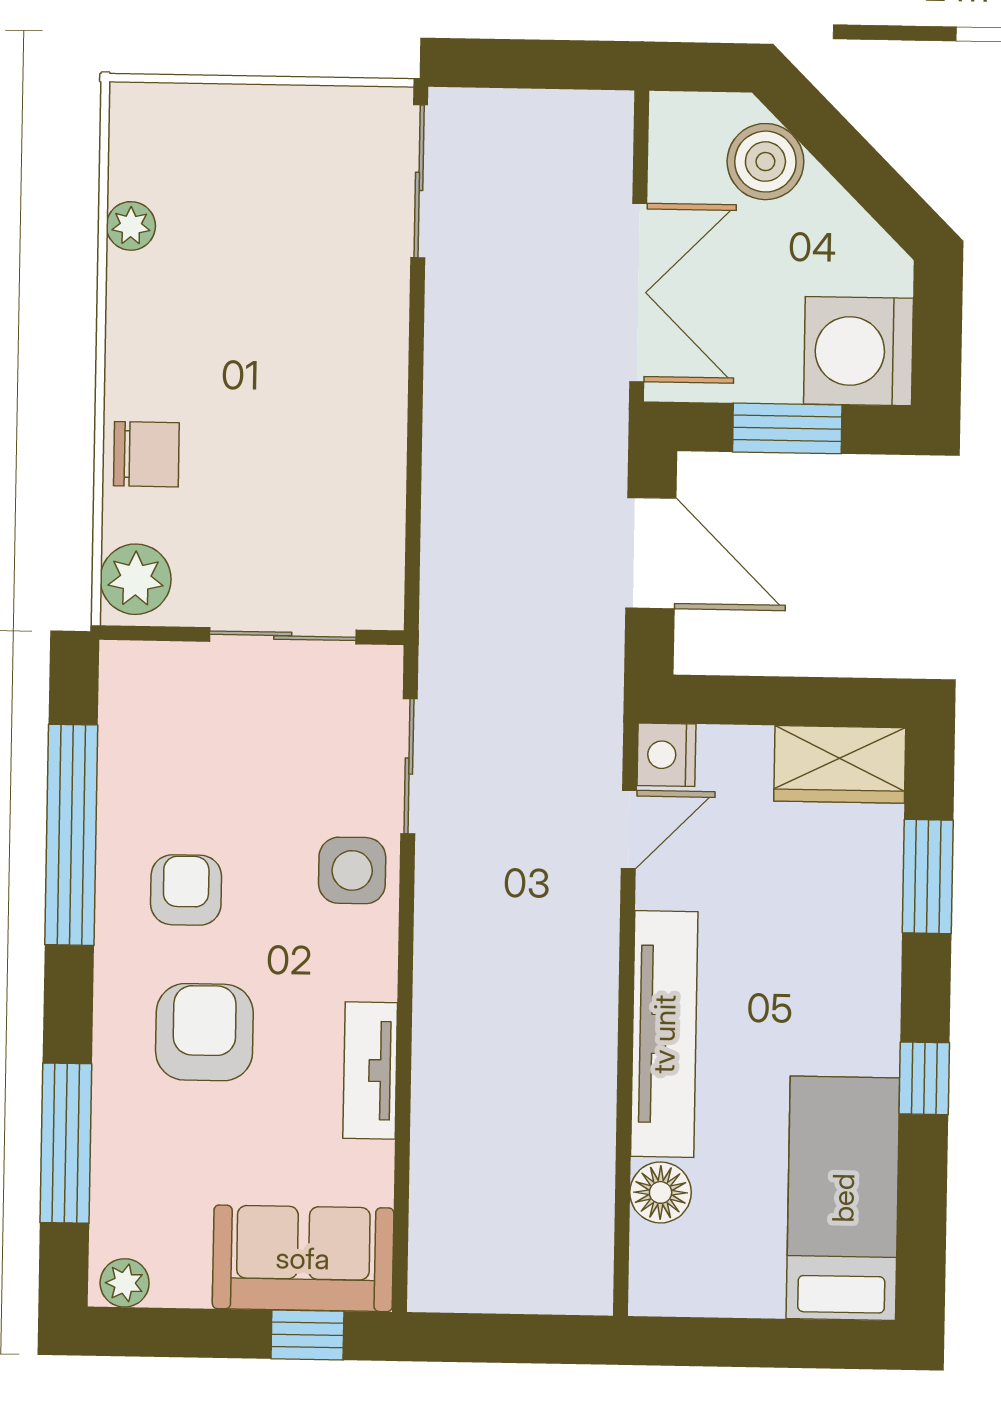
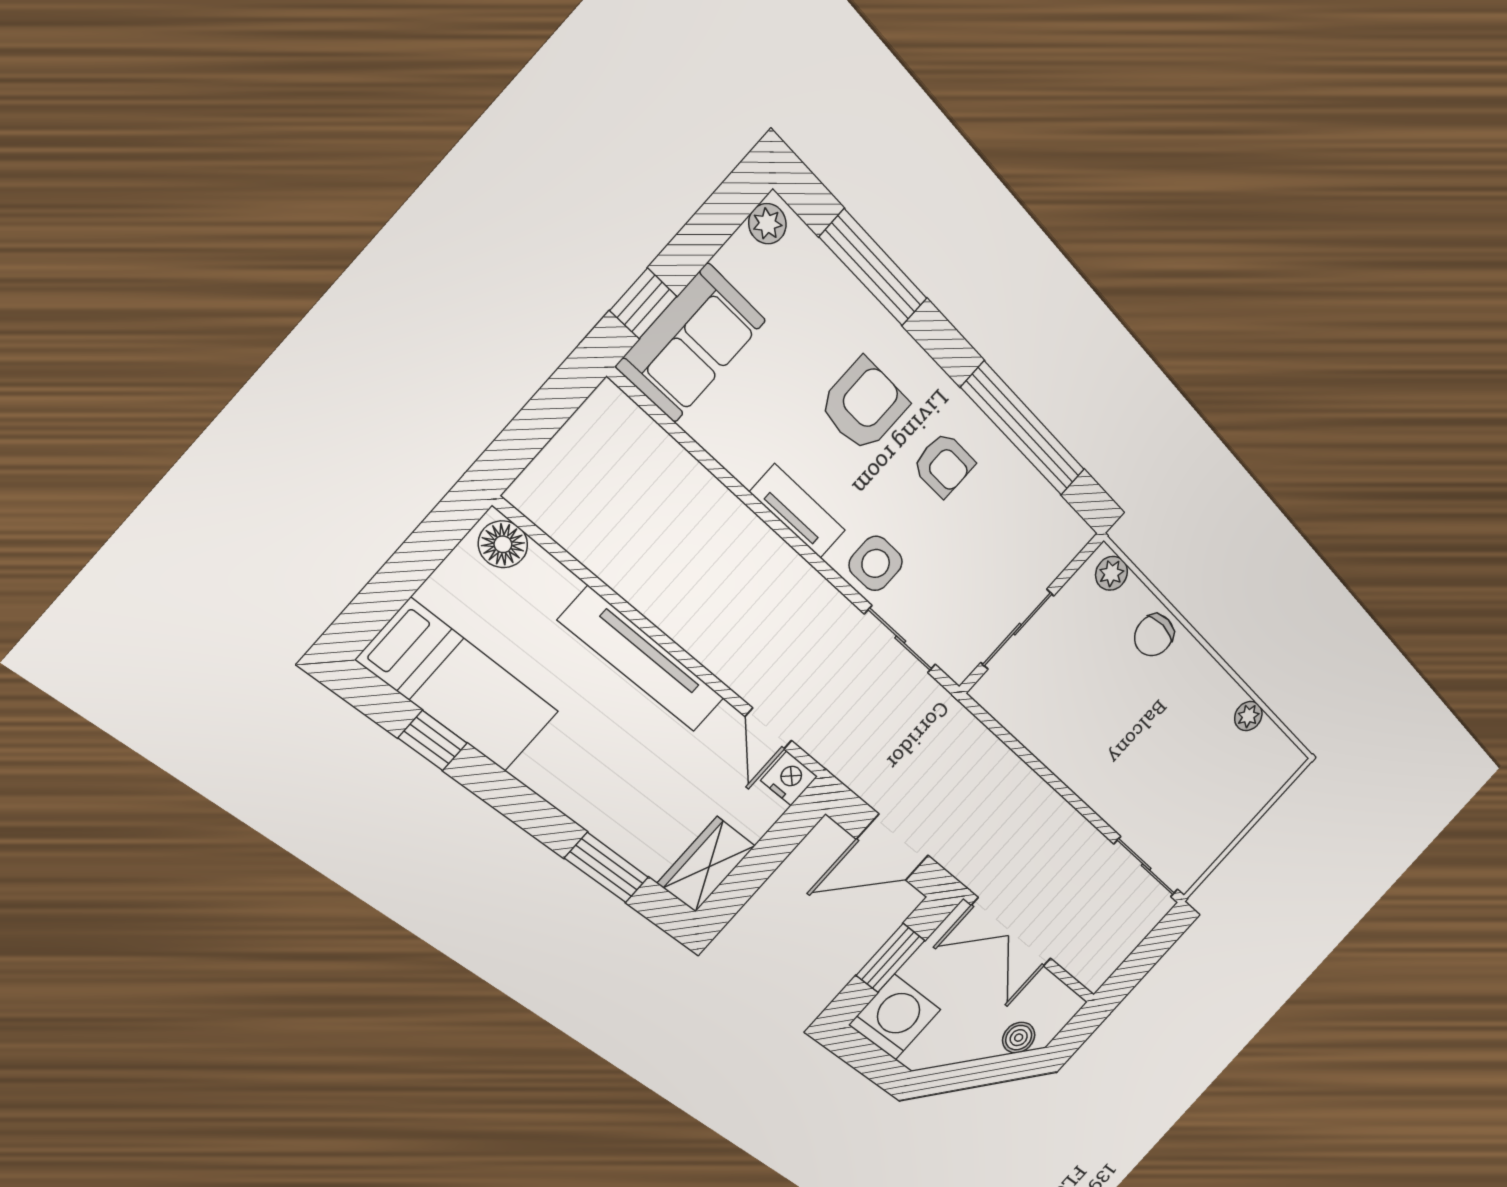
boiler: (765, 162) -> (1019, 1038), width x0.73, depth x0.73
plant: (136, 579) -> (1111, 573), width x0.73, depth x0.73
armchair: (204, 1032) -> (864, 405), turned -90
tv unit: (370, 1071) -> (798, 511), moved
window: (924, 1078) -> (433, 741), moved
floor lamp: (661, 1192) -> (503, 544), moved

